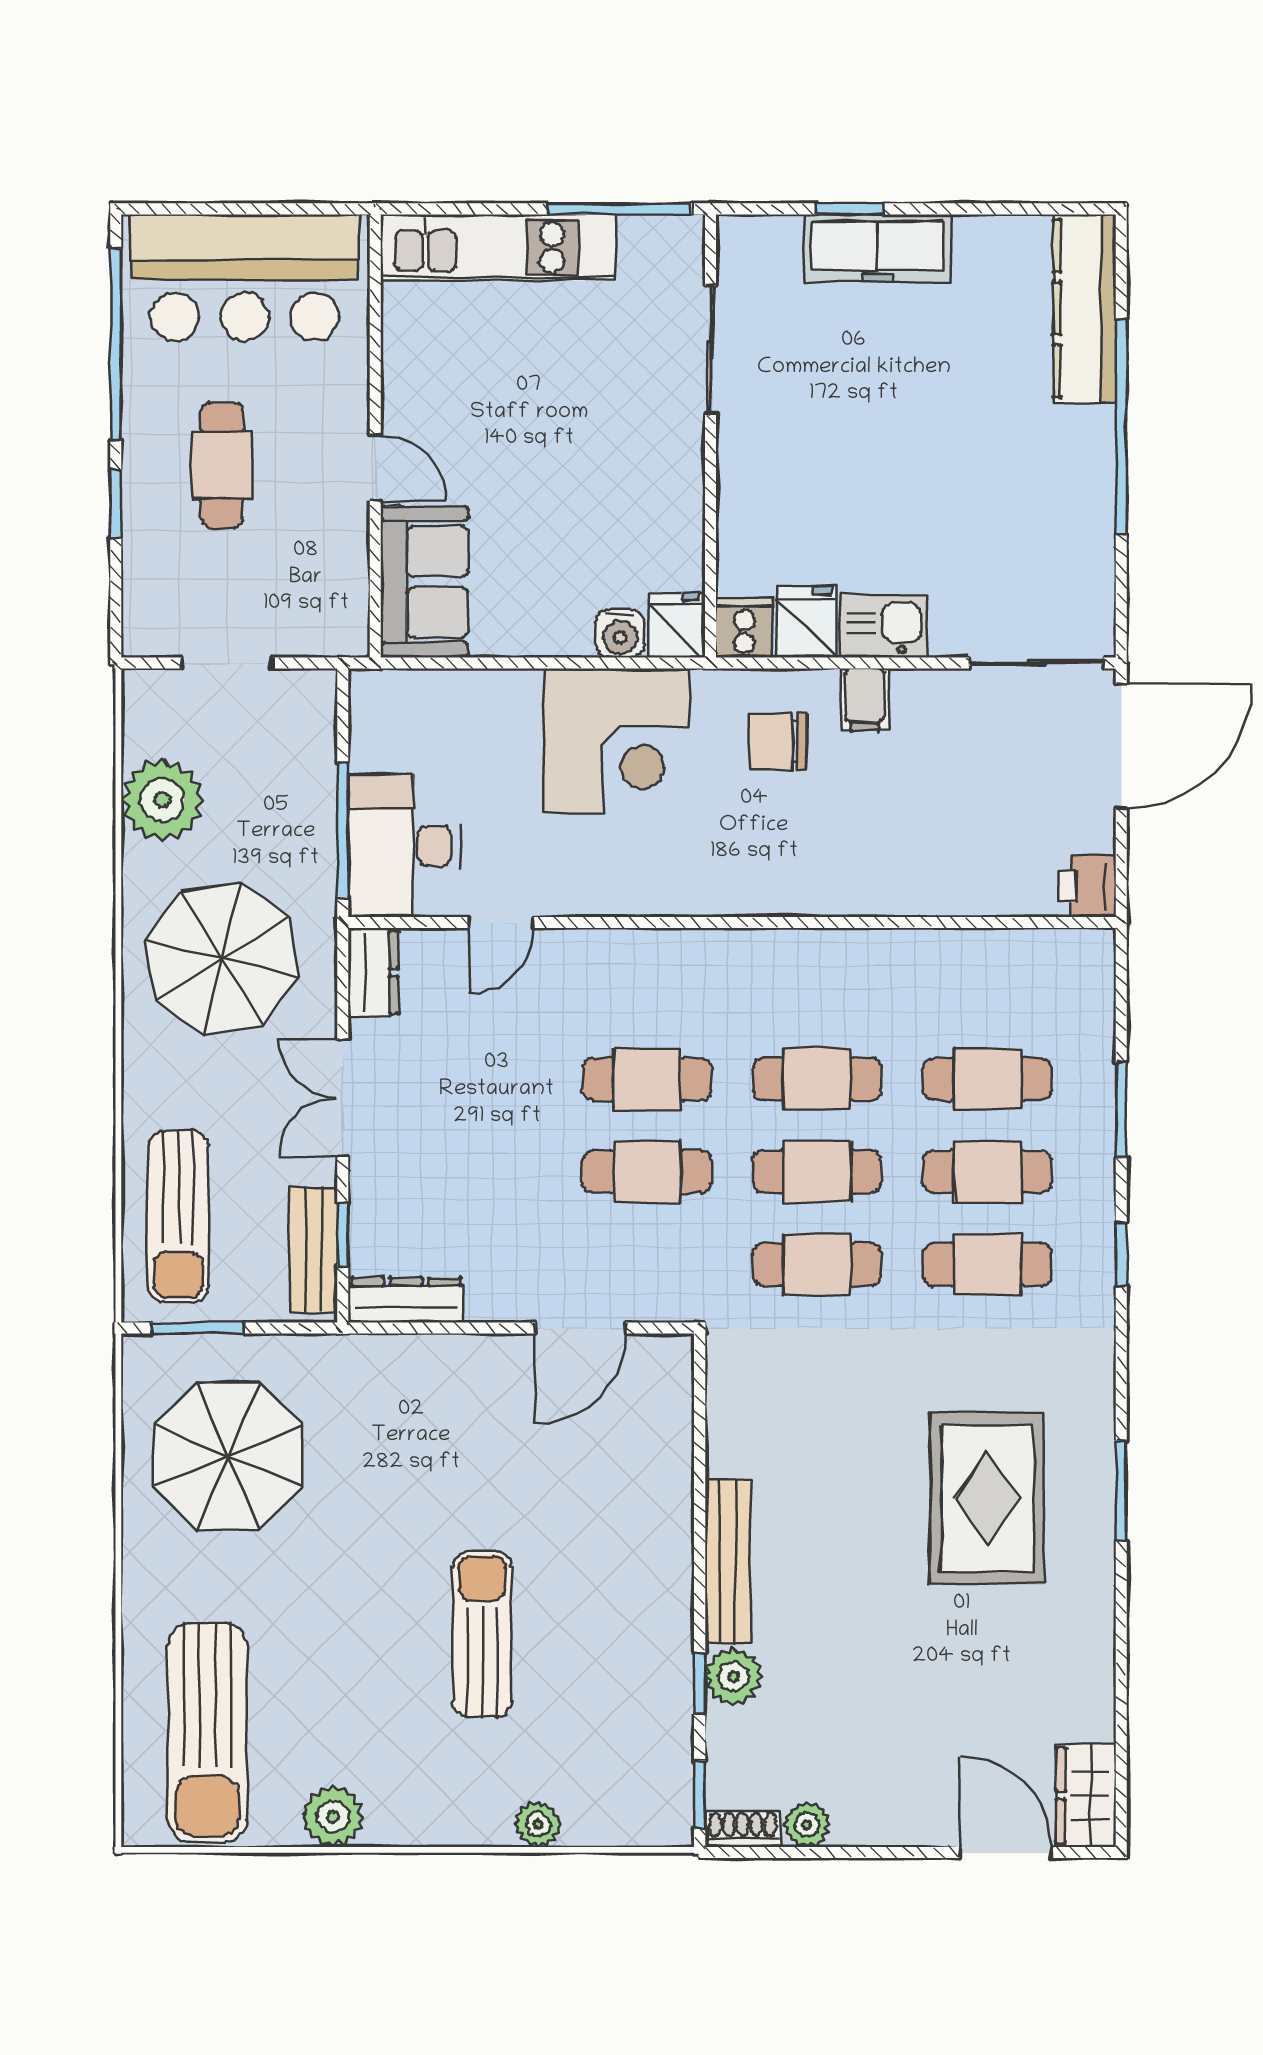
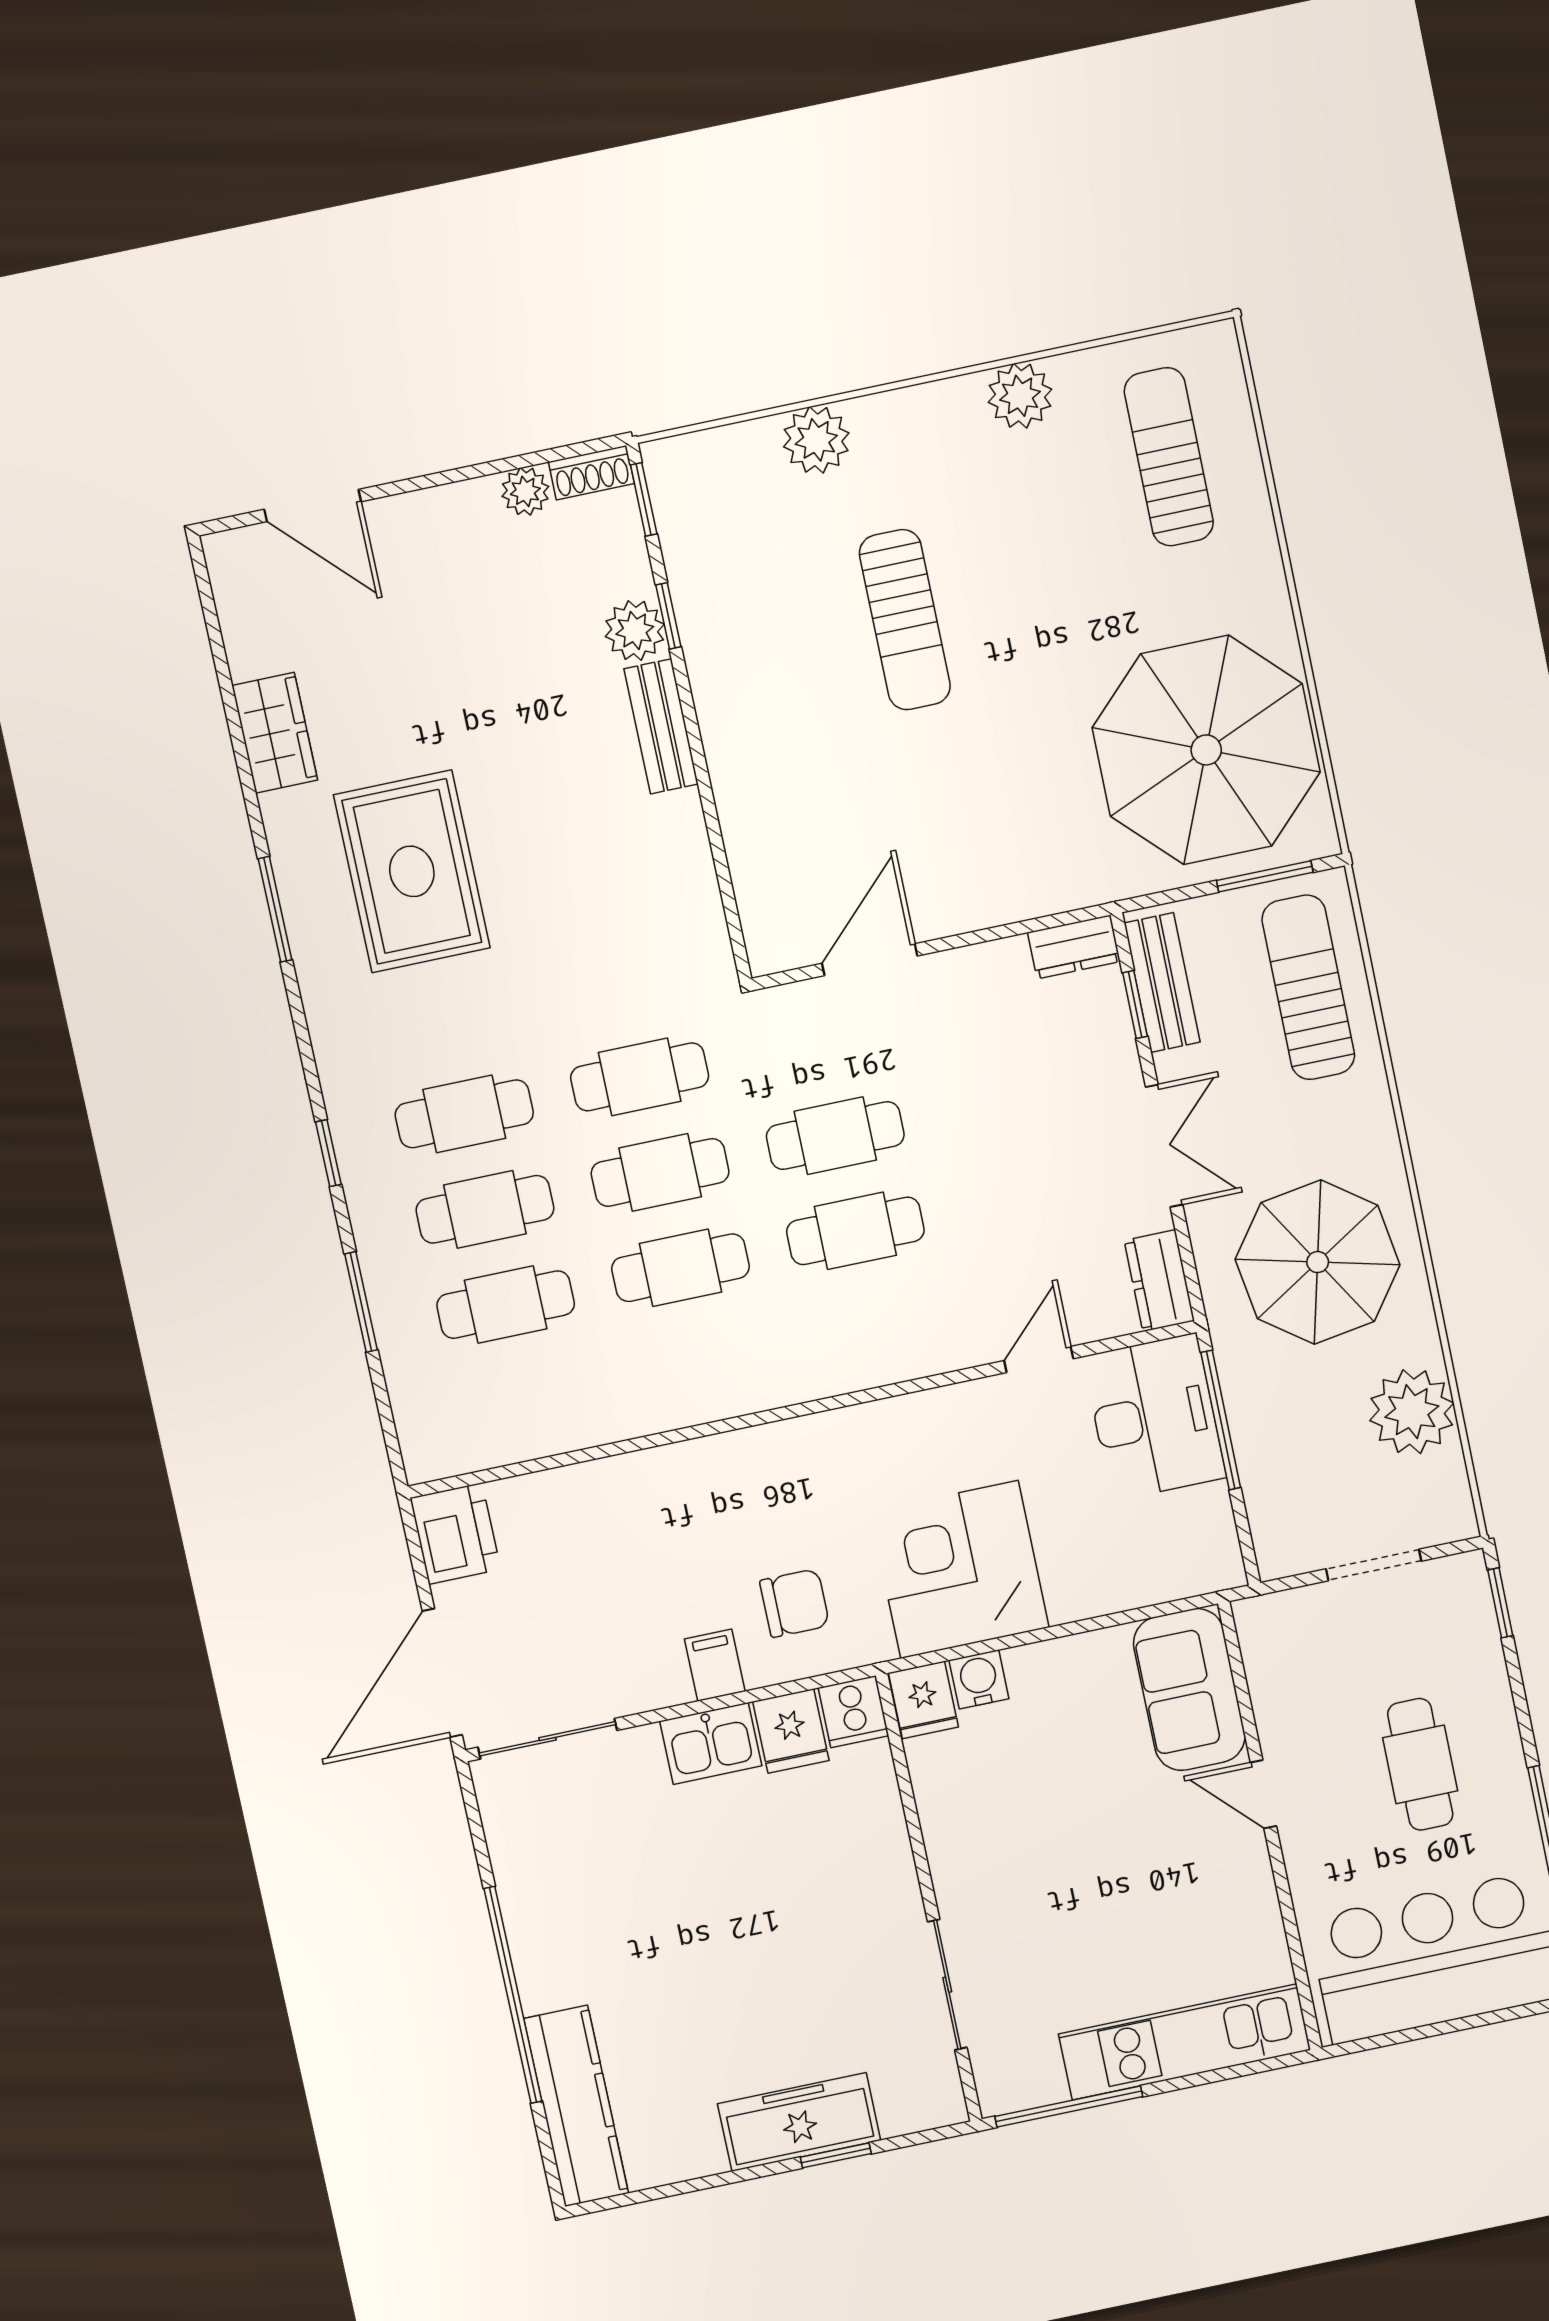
window: (116, 504) -> (1500, 1603), moved
printer: (1088, 886) -> (455, 1534), width x1.36, depth x1.24
dresser: (406, 1300) -> (1074, 947), width x0.70
parasol: (228, 1456) -> (1206, 750), width x1.36, depth x1.36
bench: (728, 1562) -> (661, 726), width x0.73
sun lounger: (207, 1732) -> (1169, 457), width x0.73, depth x0.75
wardrobe: (1086, 1795) -> (275, 733), moved
plant: (538, 1824) -> (816, 440), width x1.38, depth x1.38

